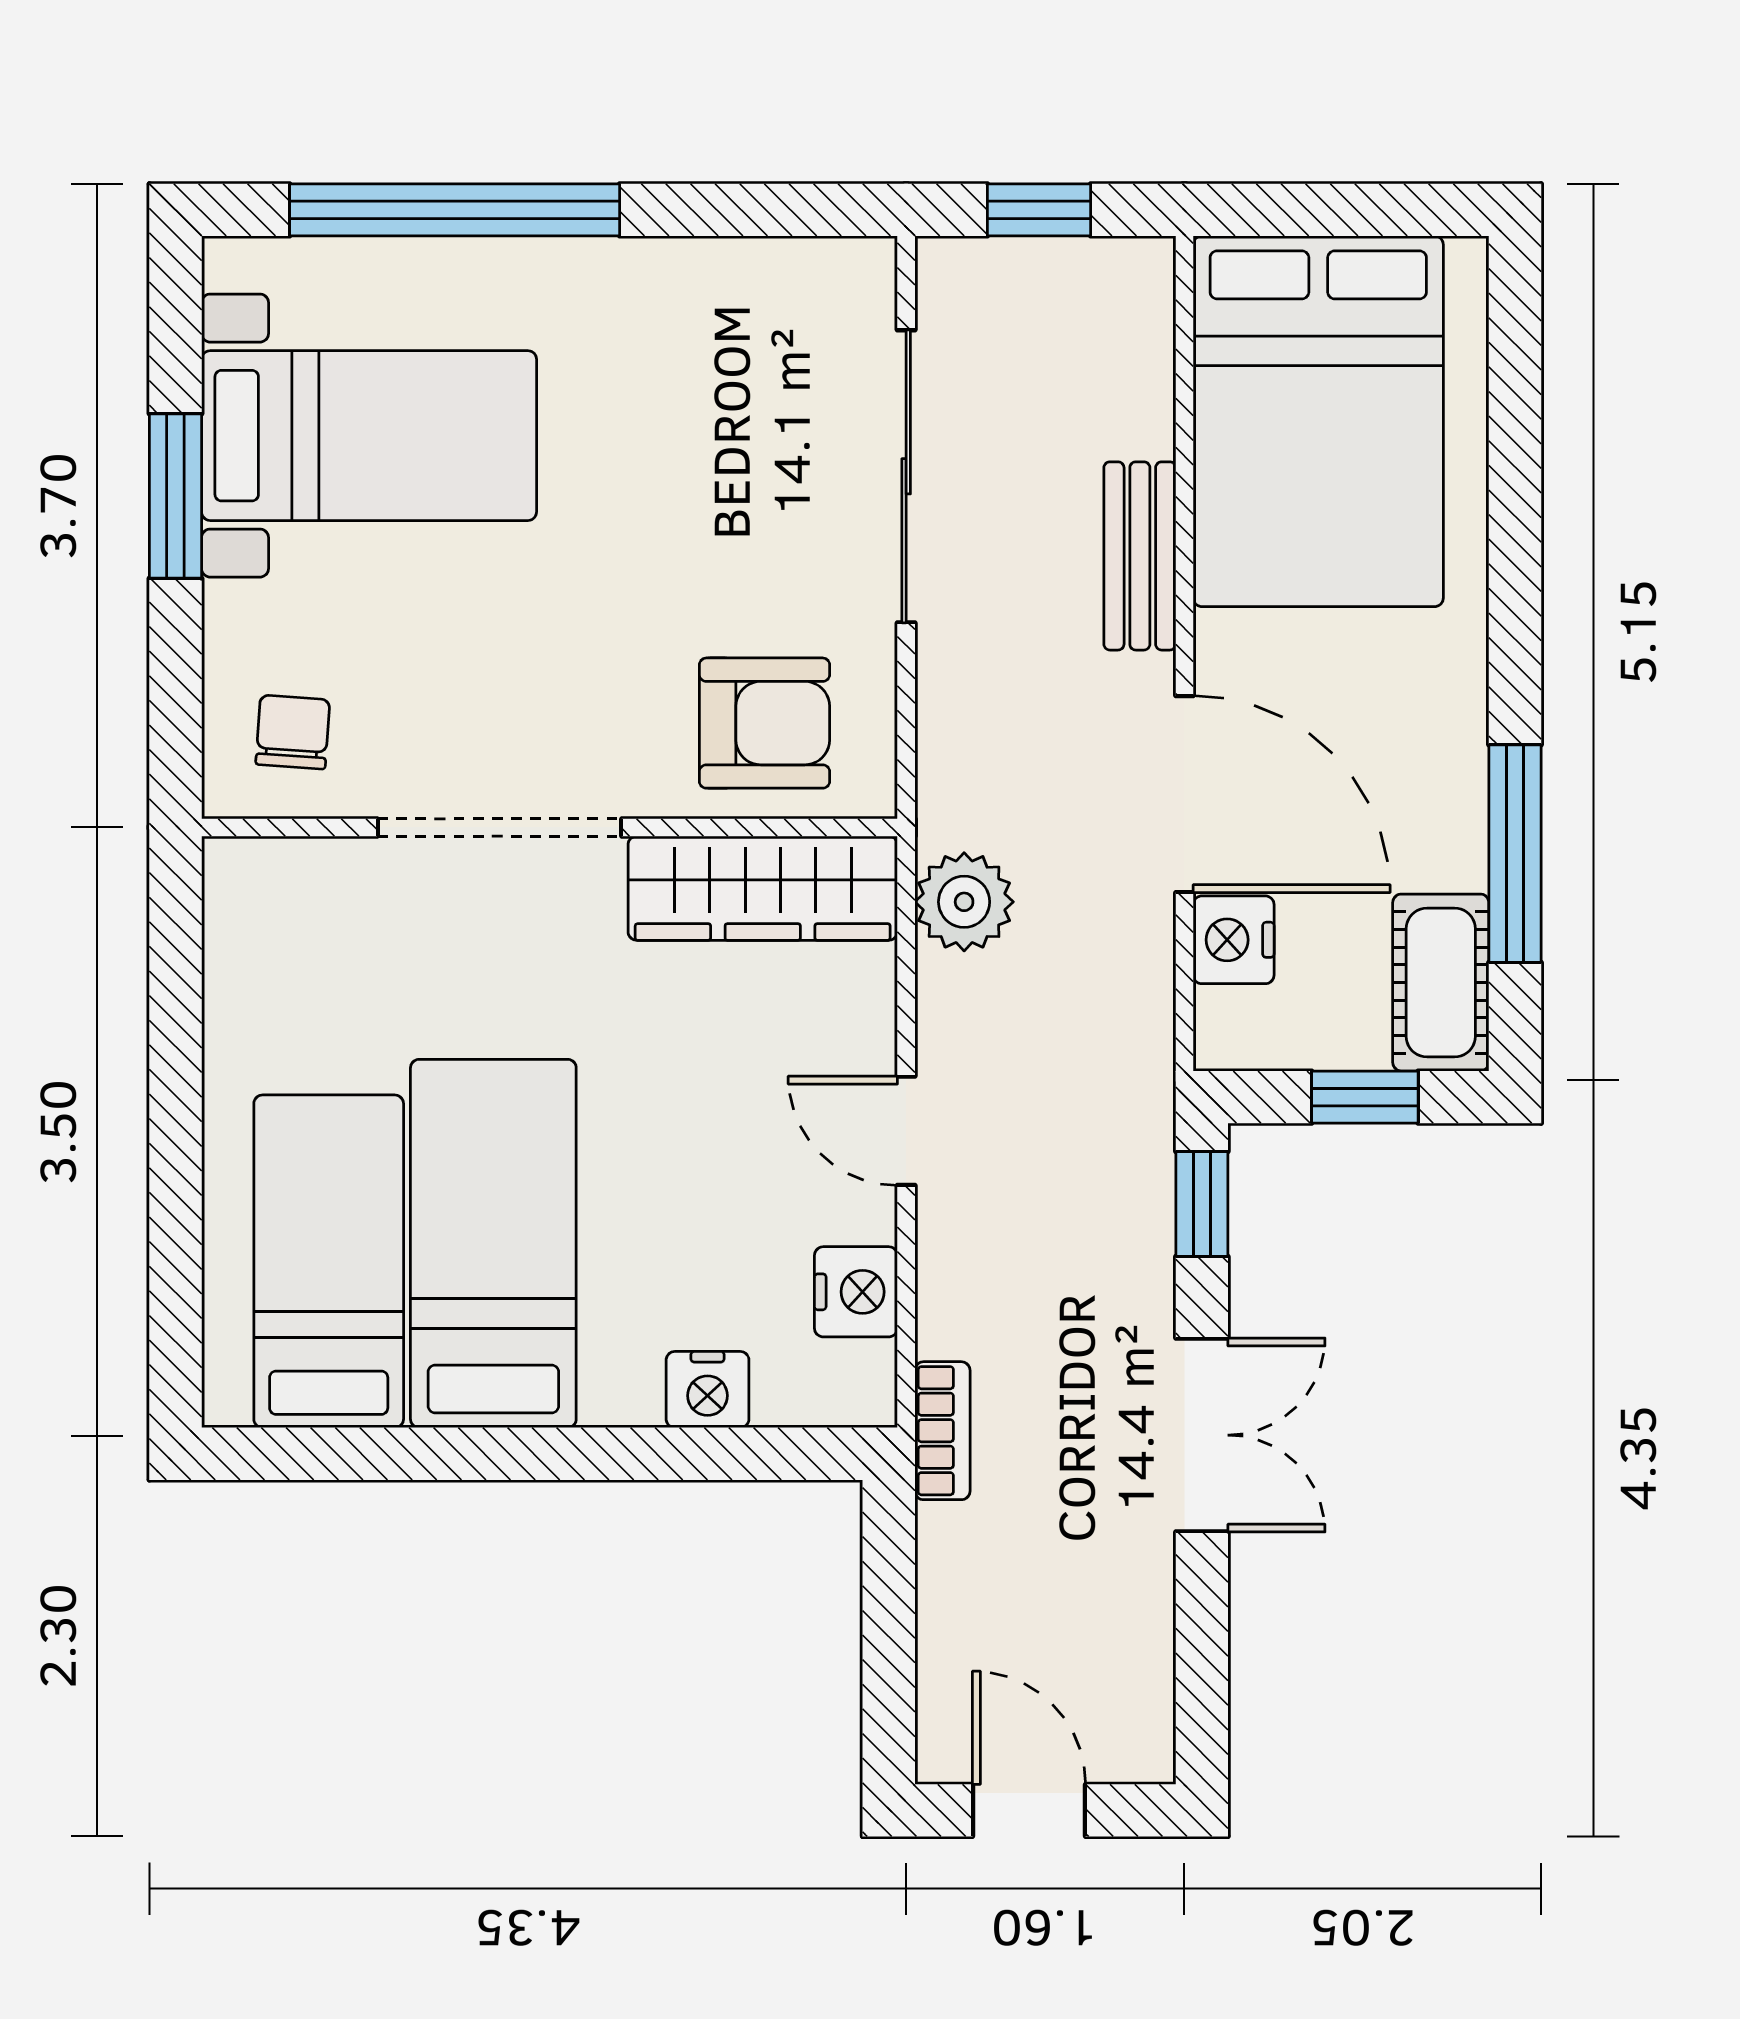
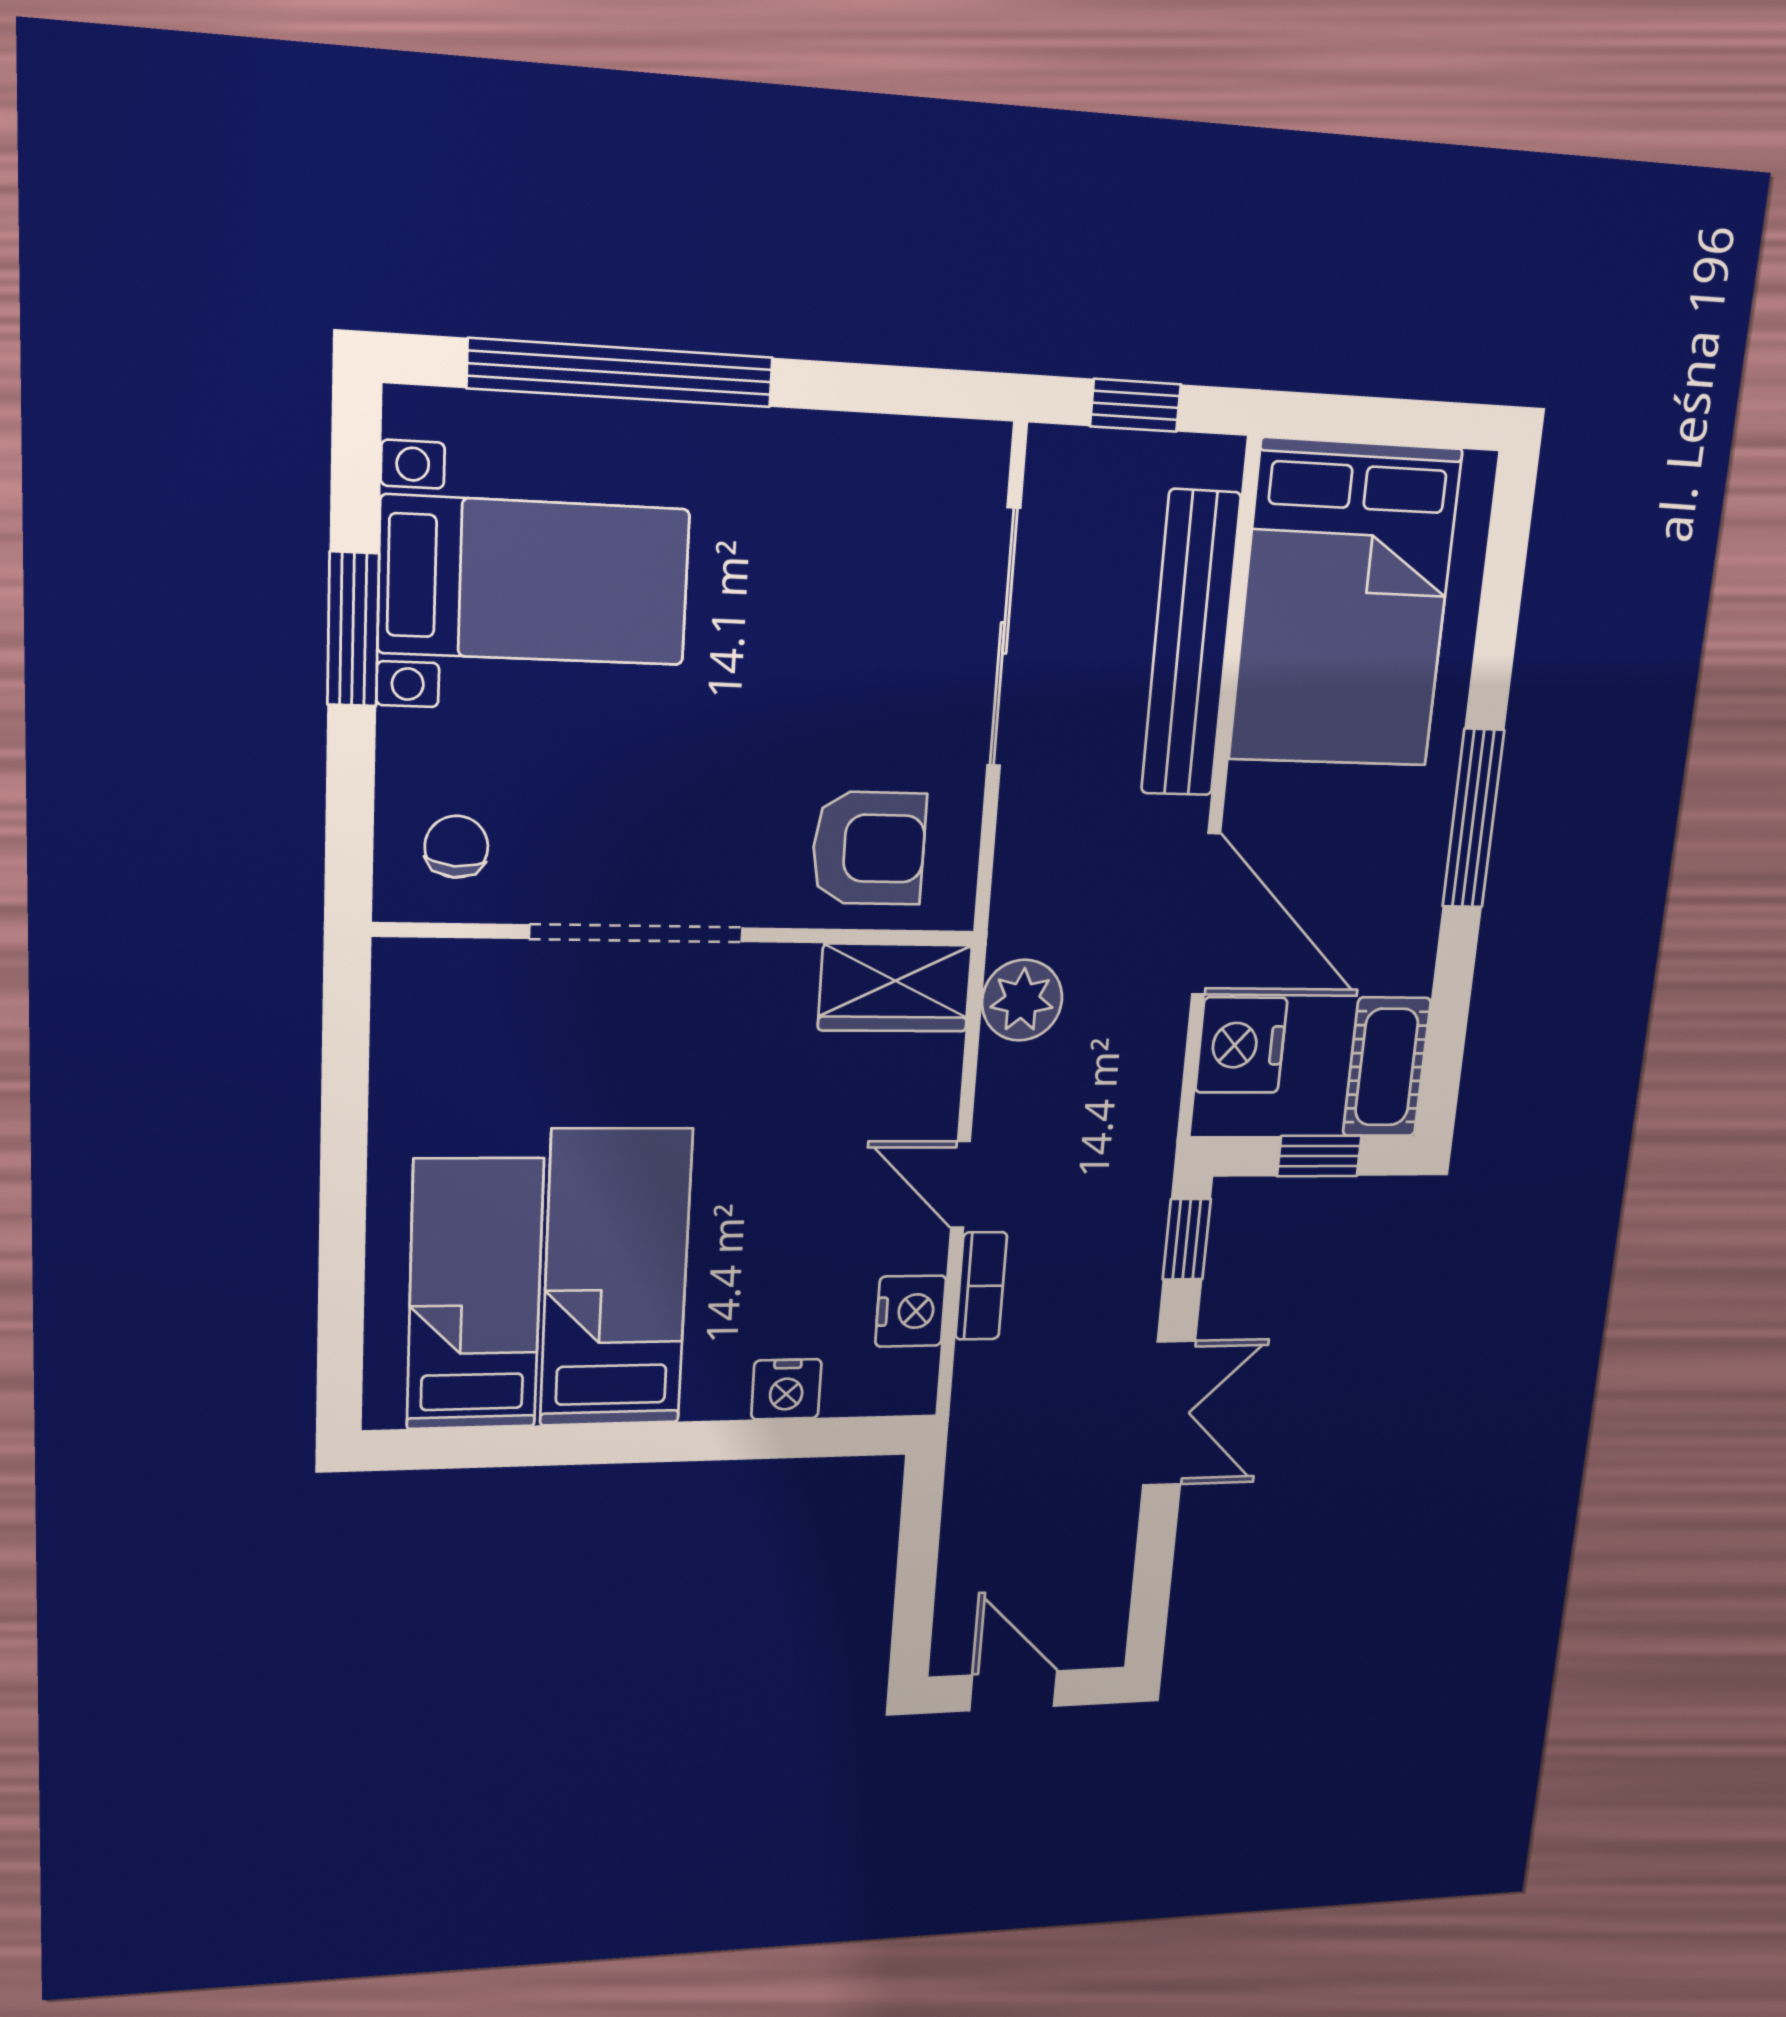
bench: (1140, 556) -> (1191, 644), width x1.86, depth x1.21
window: (1515, 854) -> (1473, 819), moved
wardrobe: (763, 888) -> (895, 988), width x0.67
nightstand: (1234, 940) -> (1241, 1045), width x1.36, depth x1.33
bookcase: (942, 1431) -> (981, 1286), moved

